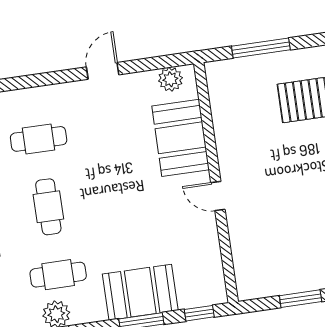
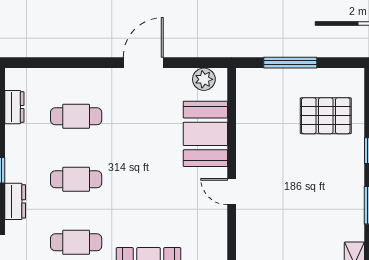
door: (103, 71) -> (143, 63), width x1.38
cafe table: (48, 207) -> (76, 179), turned 90

